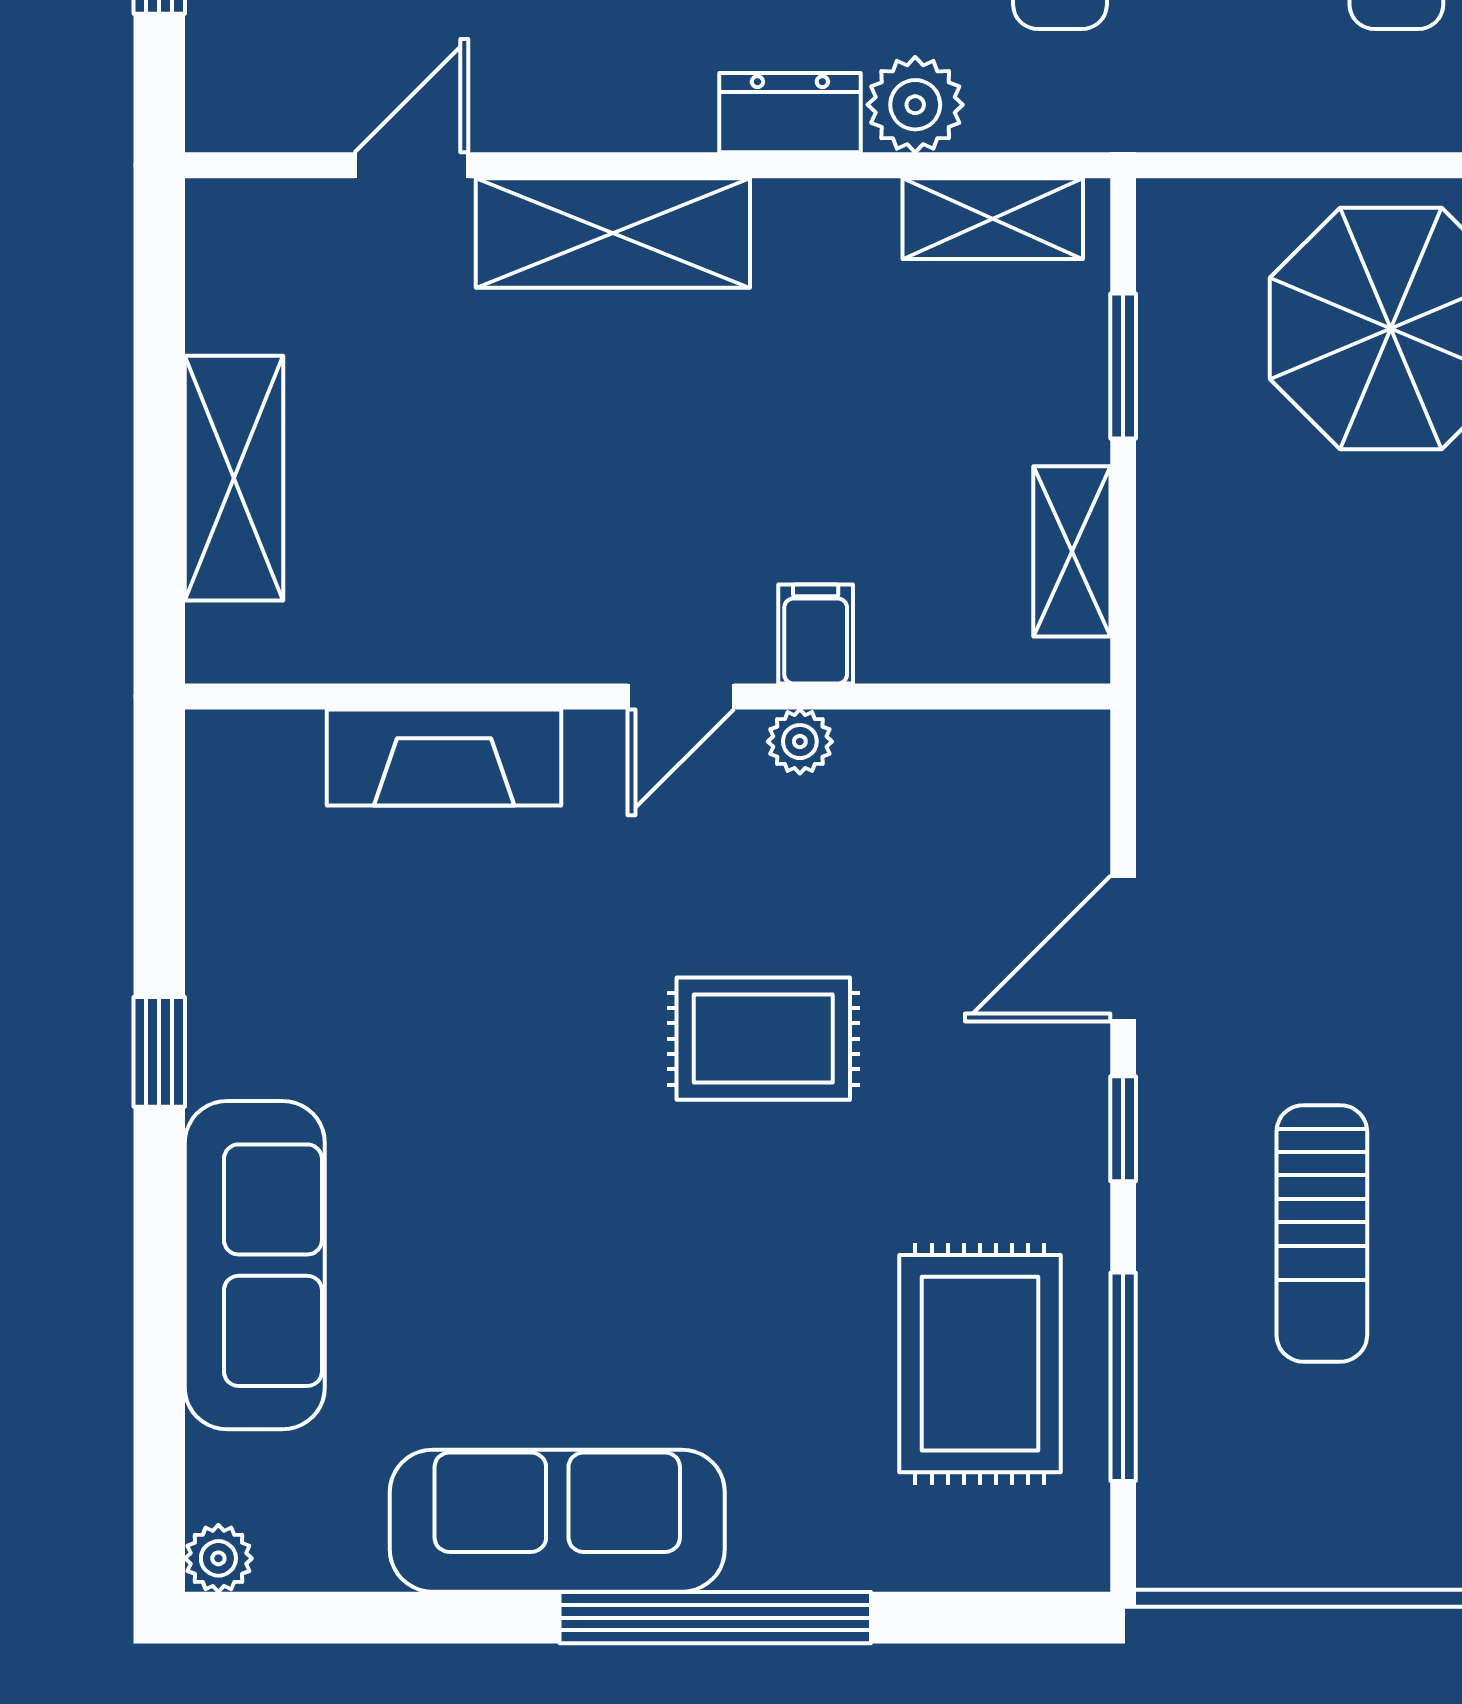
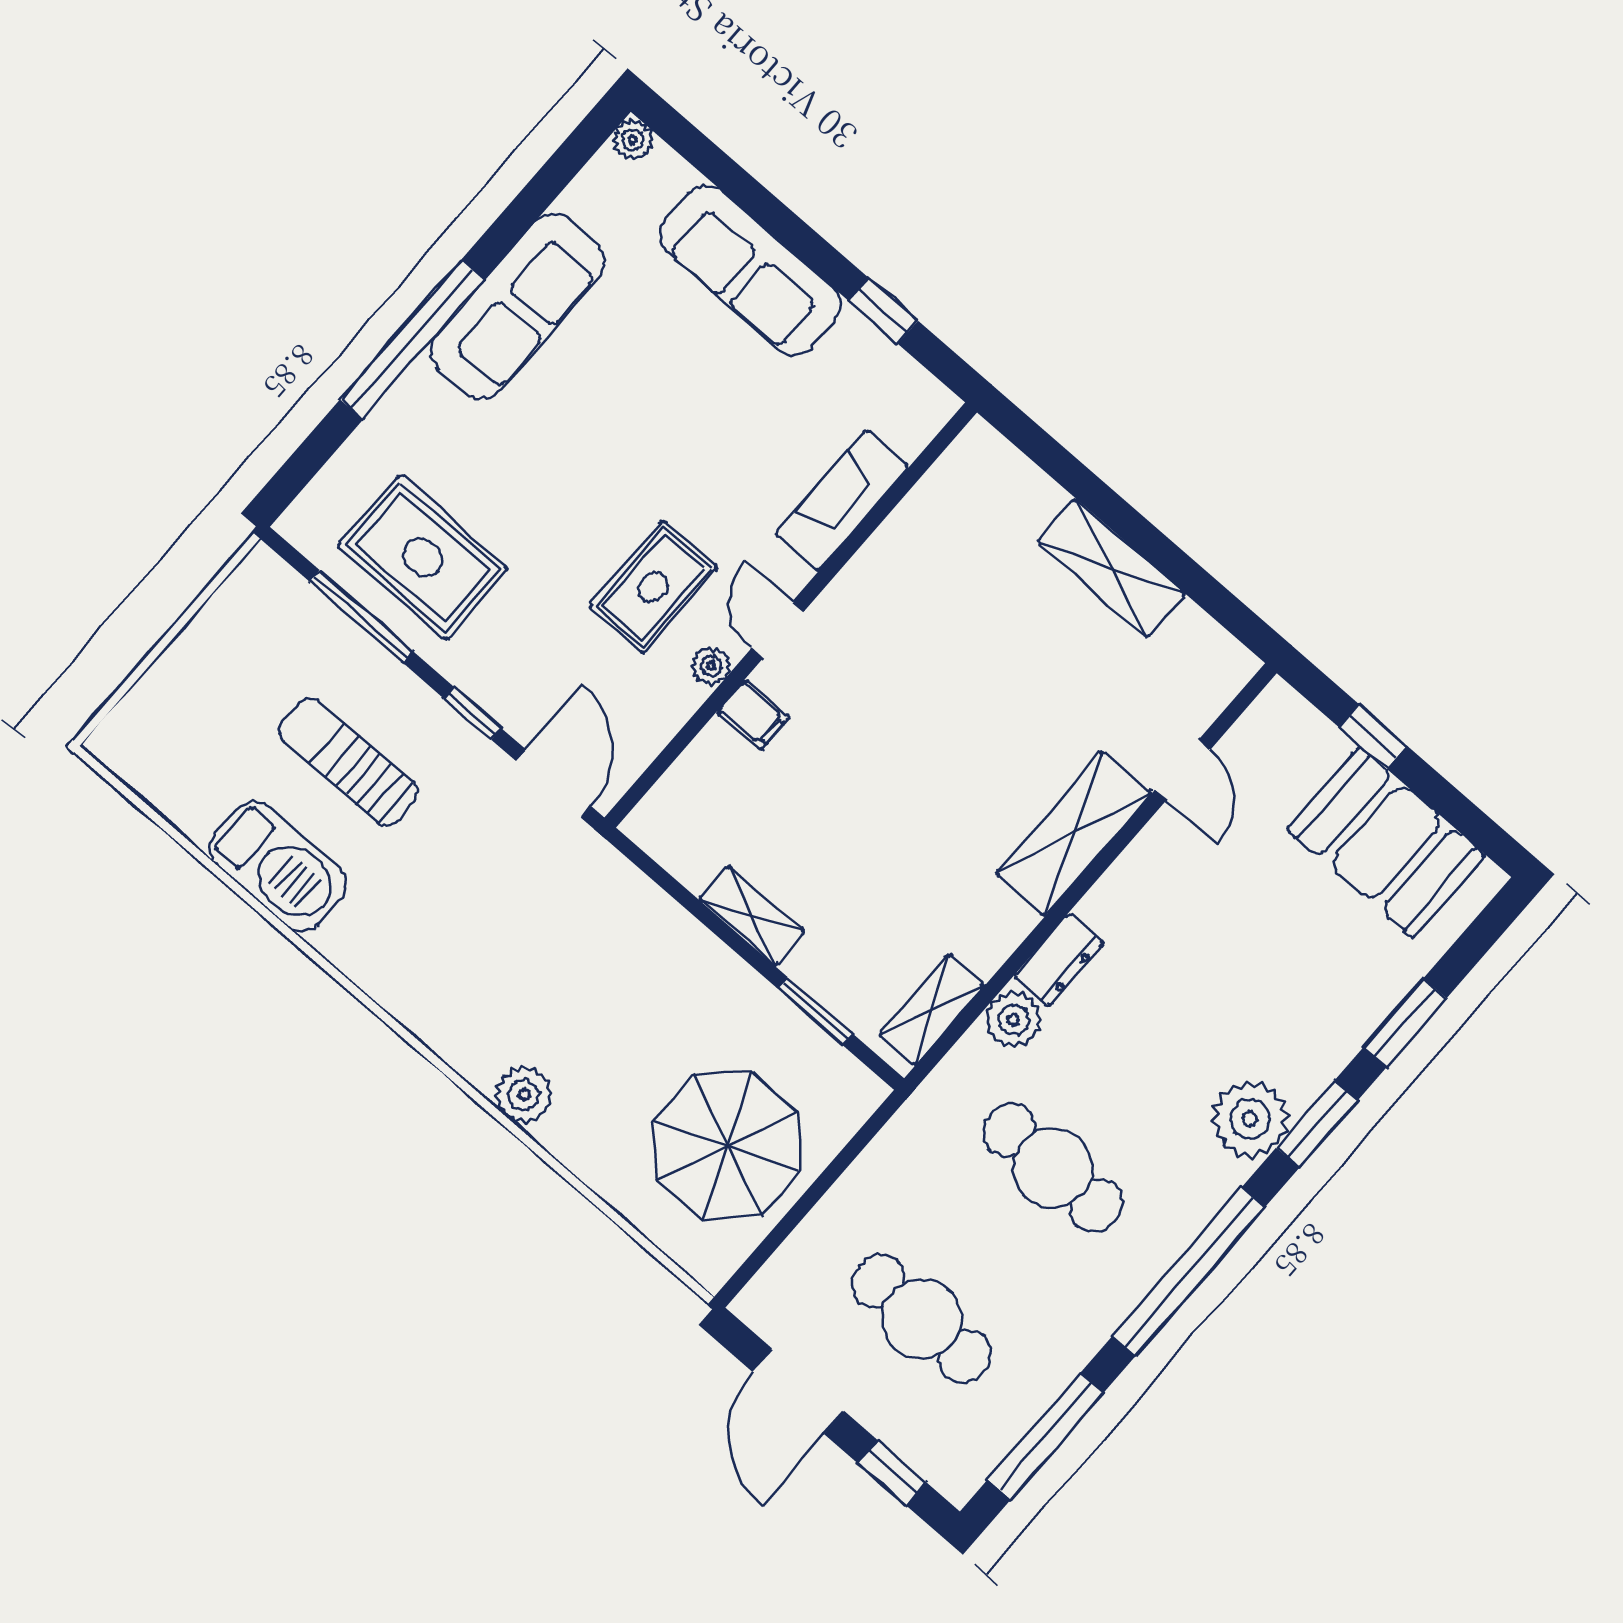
filing cabinet: (816, 634) -> (753, 715), moved
wall: (648, 697) -> (791, 615), moved
door: (681, 697) -> (778, 630), moved
plant: (800, 742) -> (711, 666), moved
fireplace: (444, 758) -> (843, 500), moved

